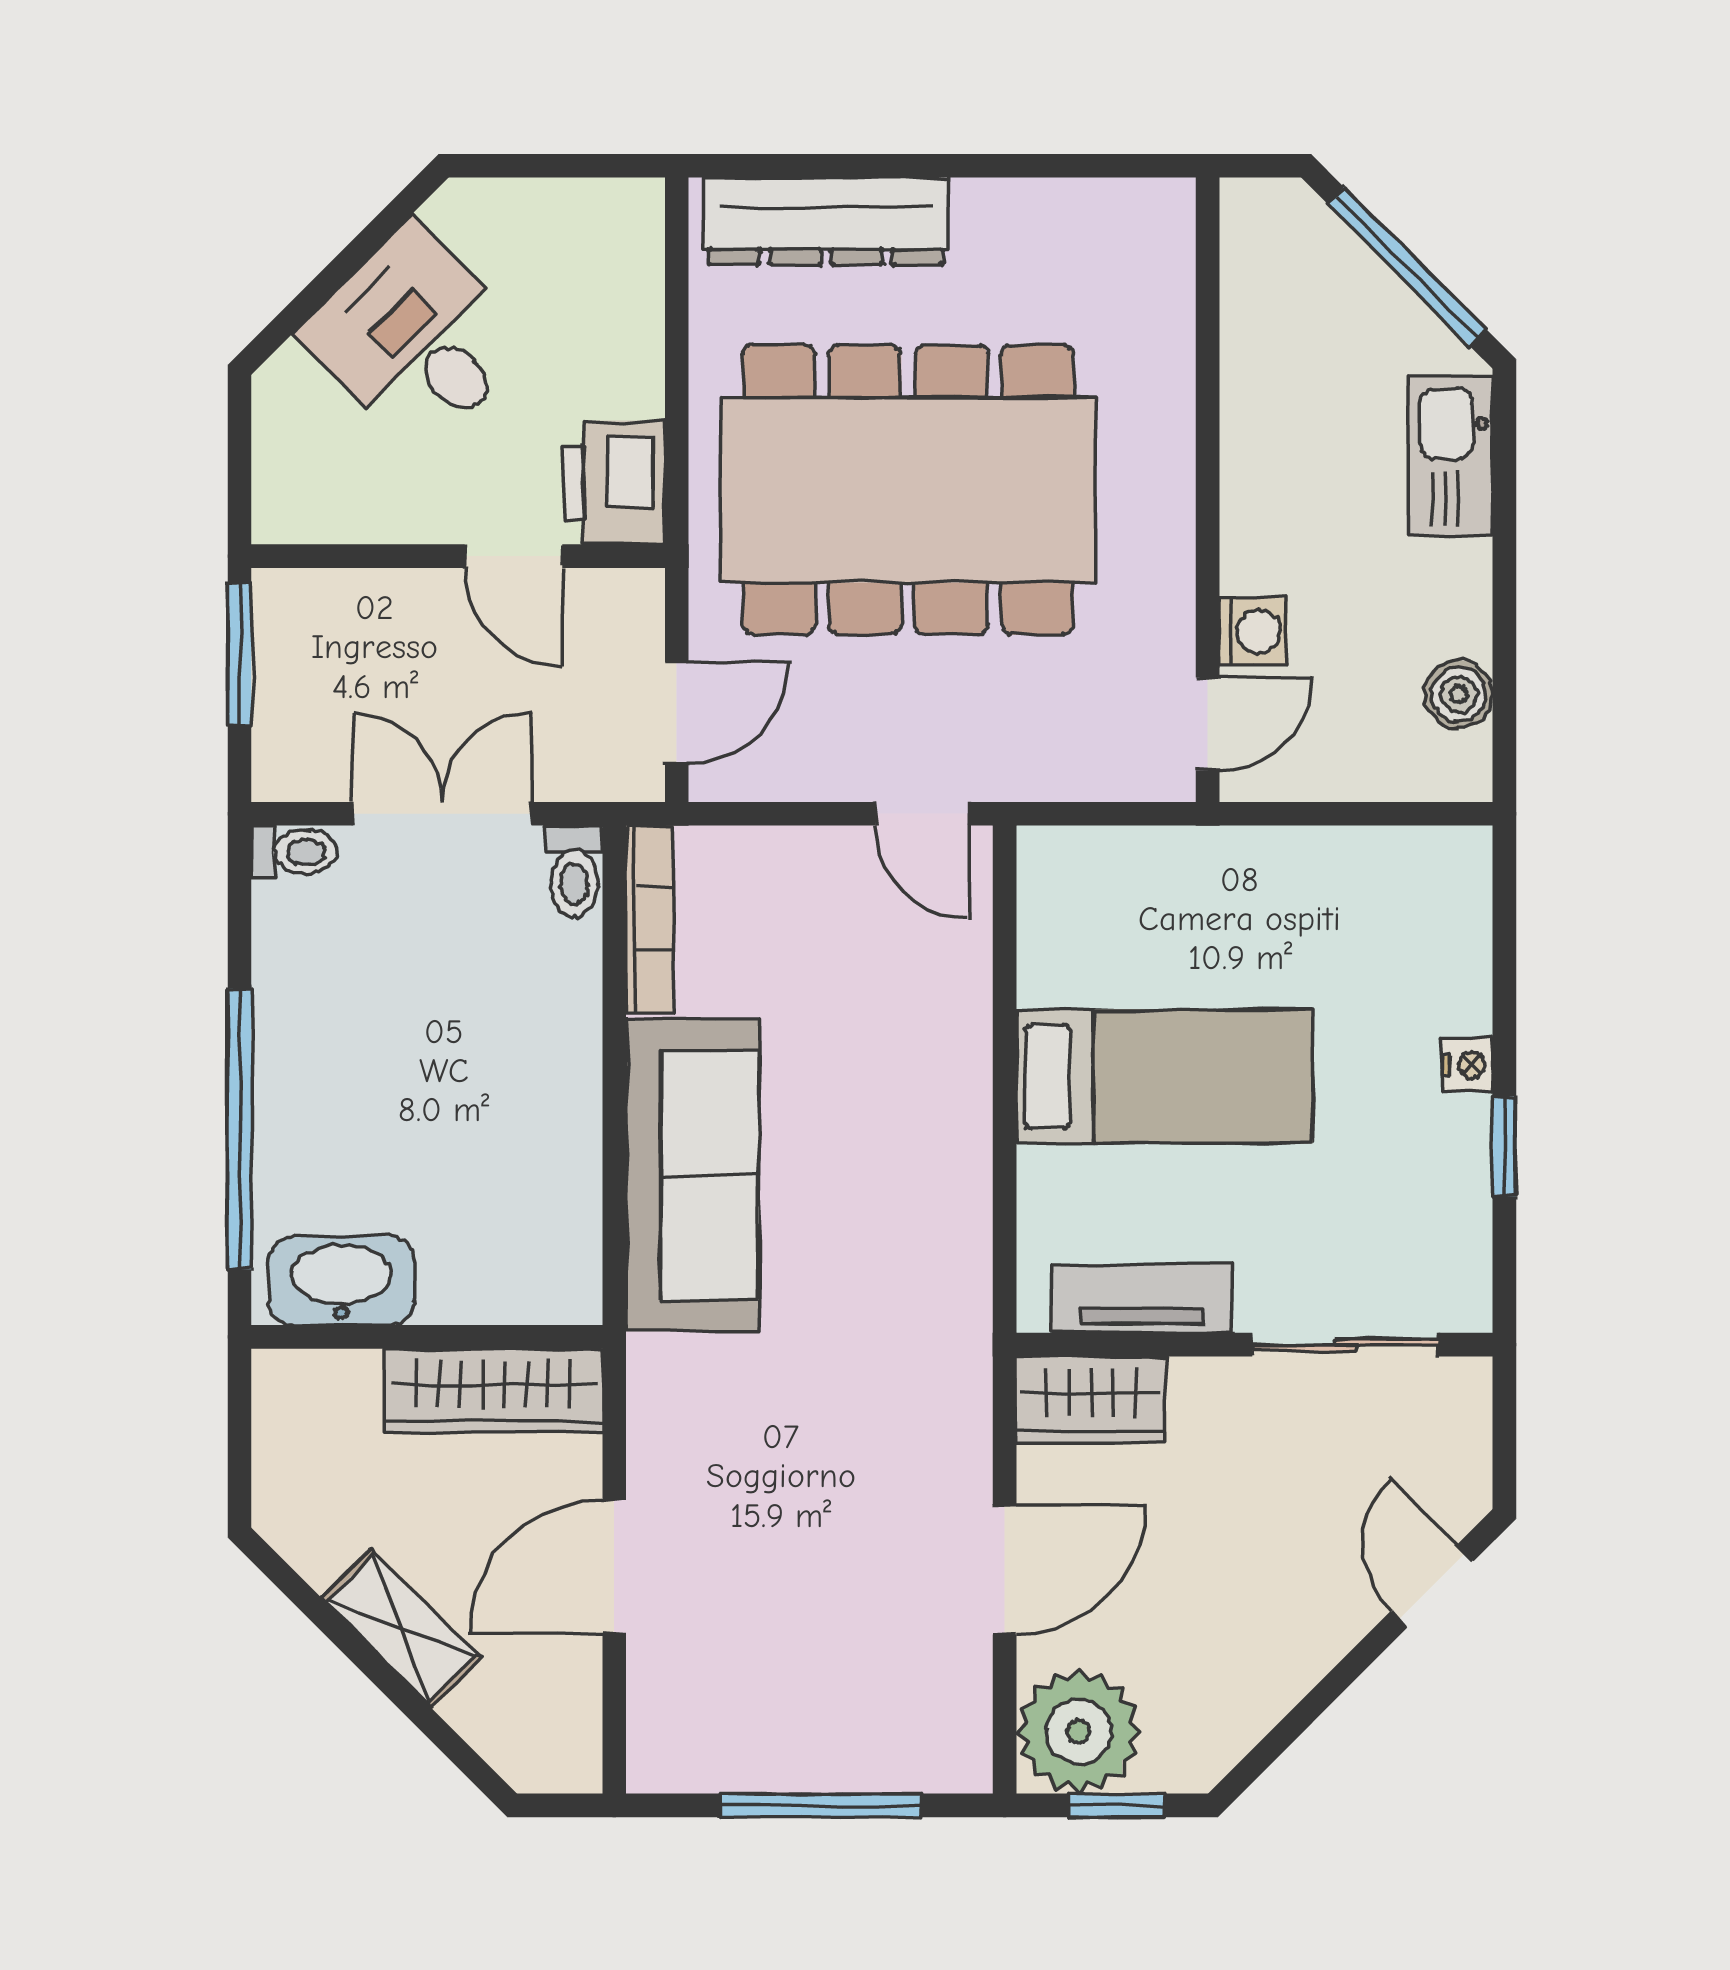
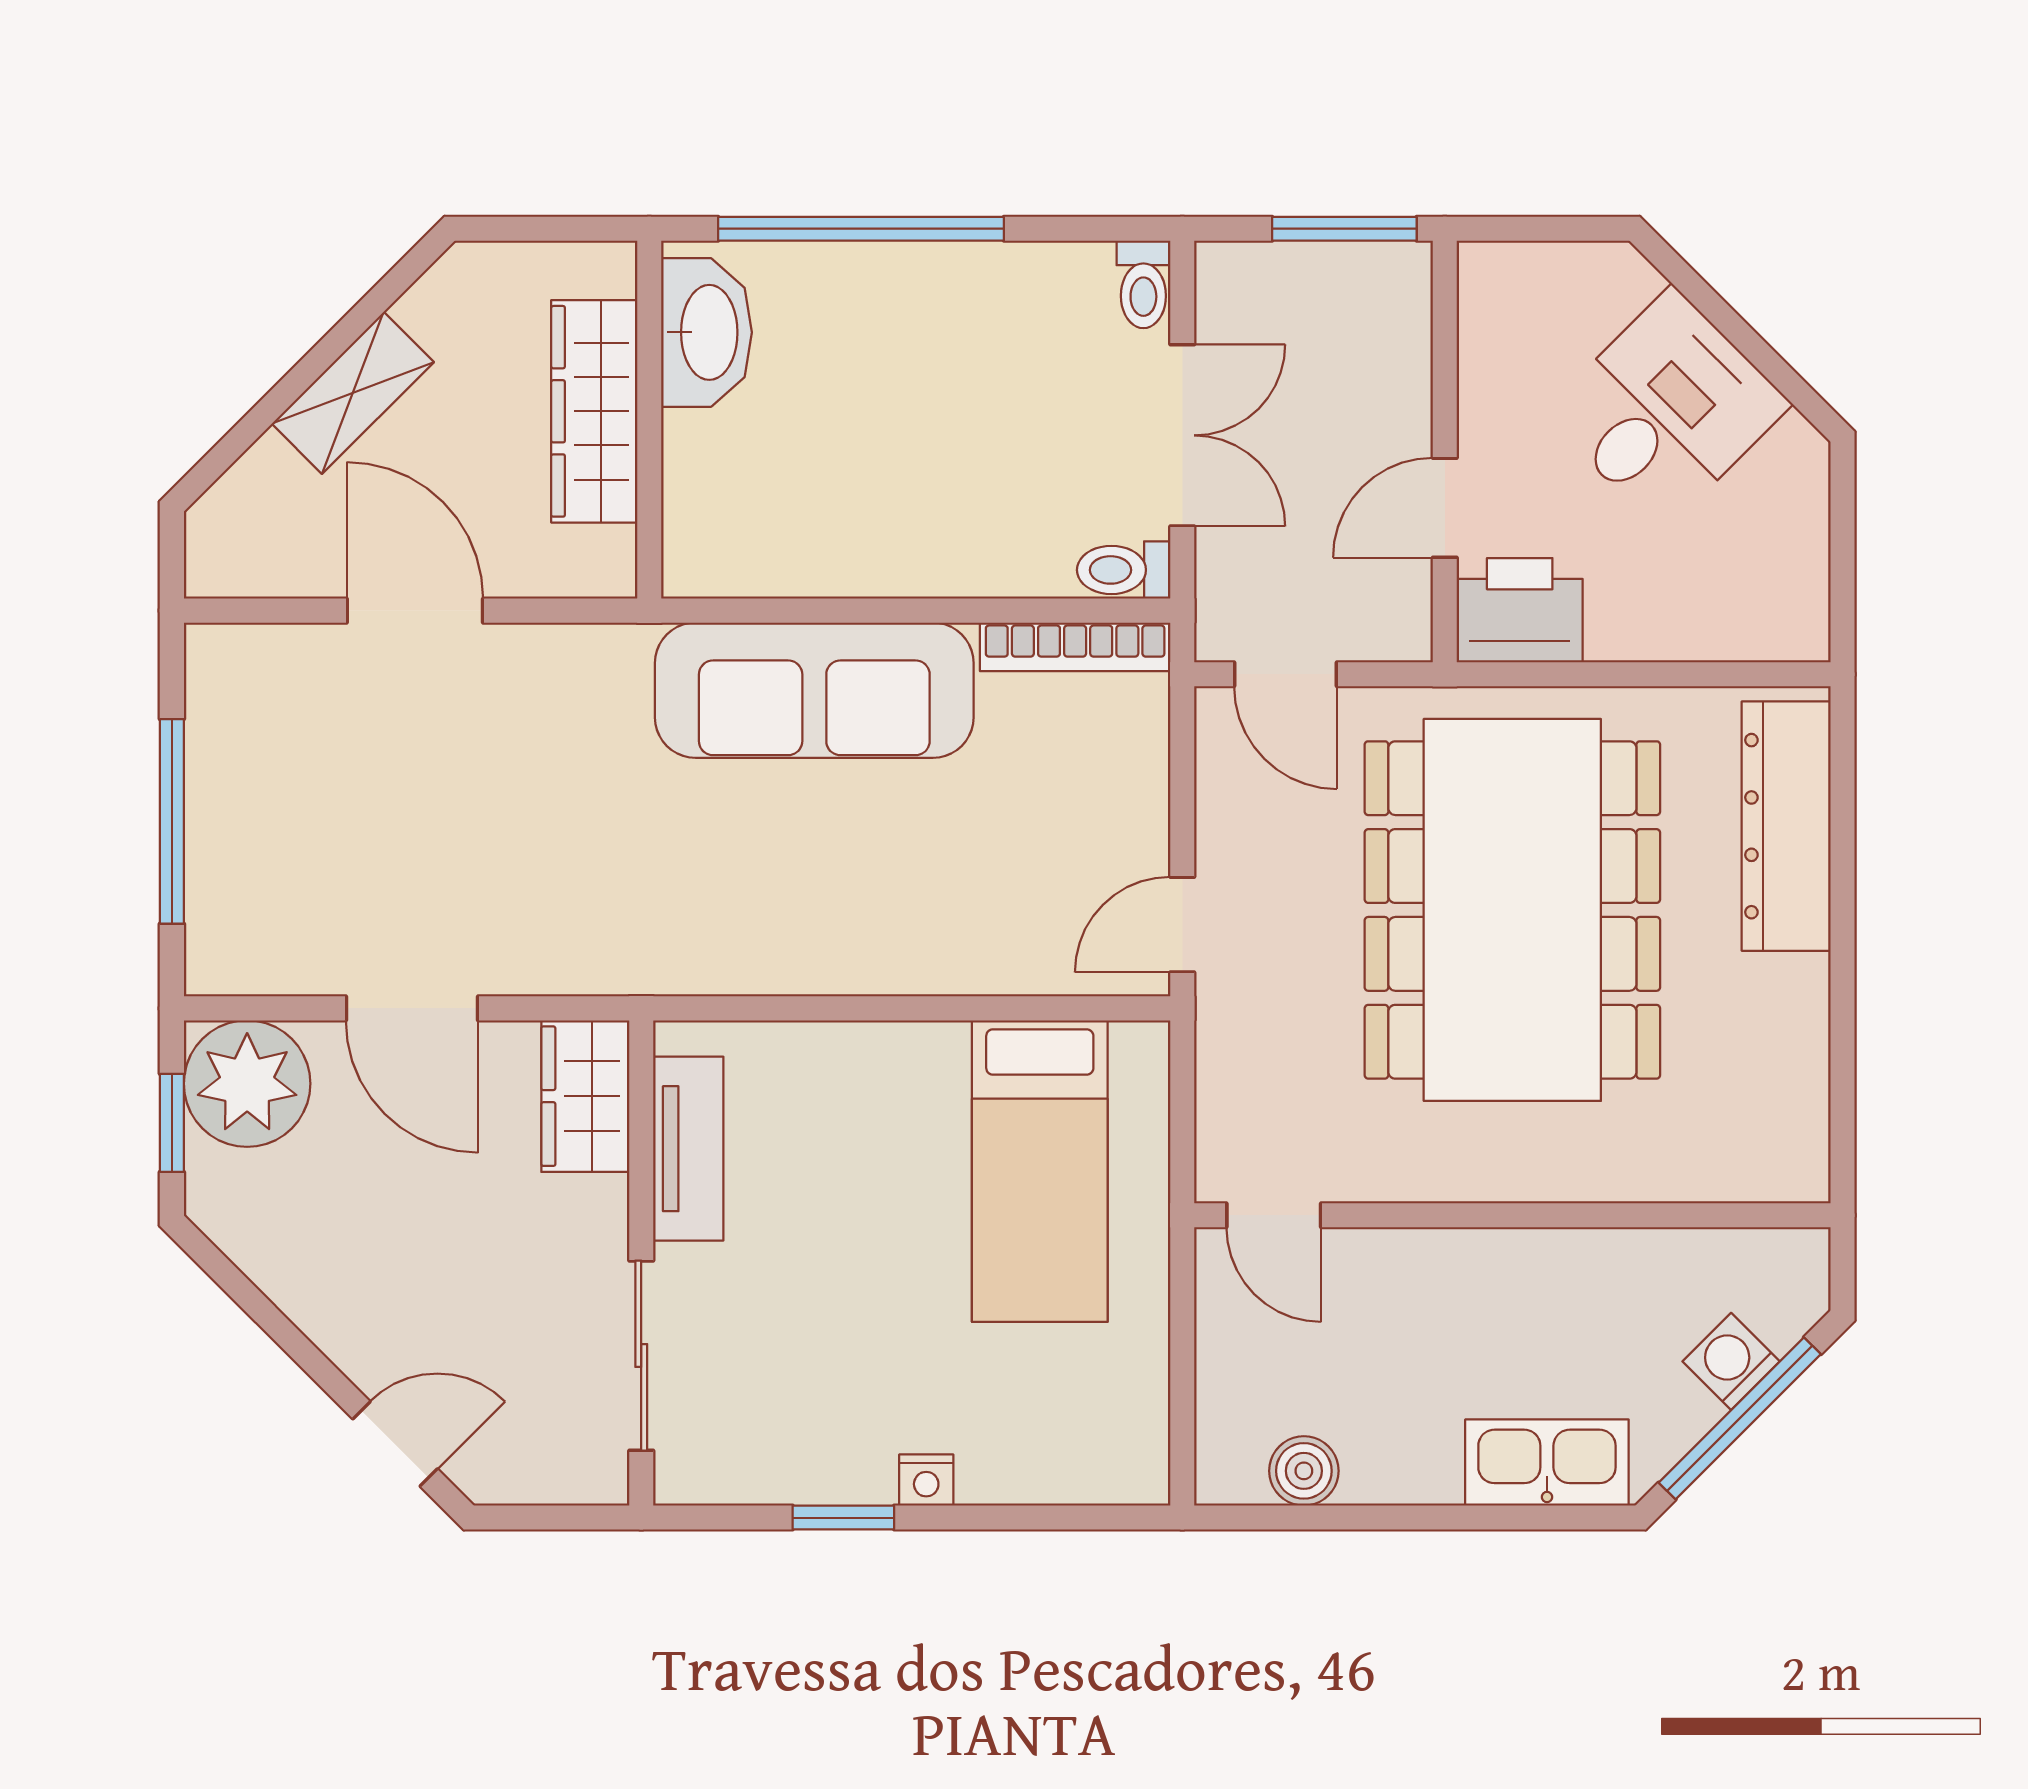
washing machine: (1253, 632) -> (1731, 1361), moved, turned 135
bed: (1164, 1077) -> (1040, 1171), moved
wardrobe: (493, 1391) -> (594, 411), moved

